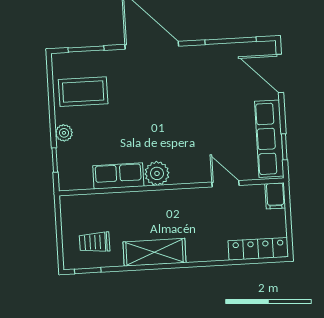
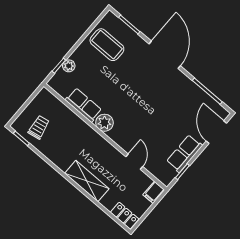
plant: (64, 133) -> (69, 66), moved
row of seats: (269, 139) -> (184, 153), width x0.68
trolley: (95, 242) -> (39, 127), turned 80
locker: (258, 249) -> (125, 216), width x0.66
shelving: (154, 252) -> (87, 181), moved

